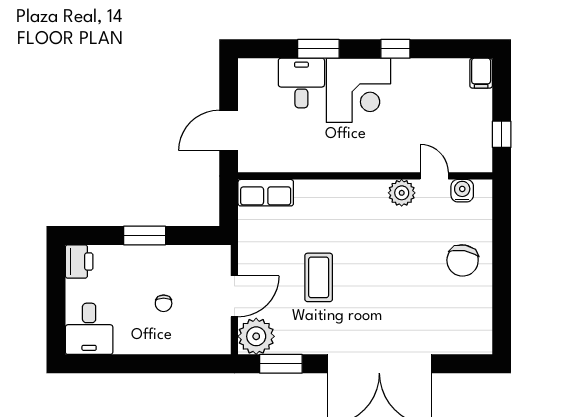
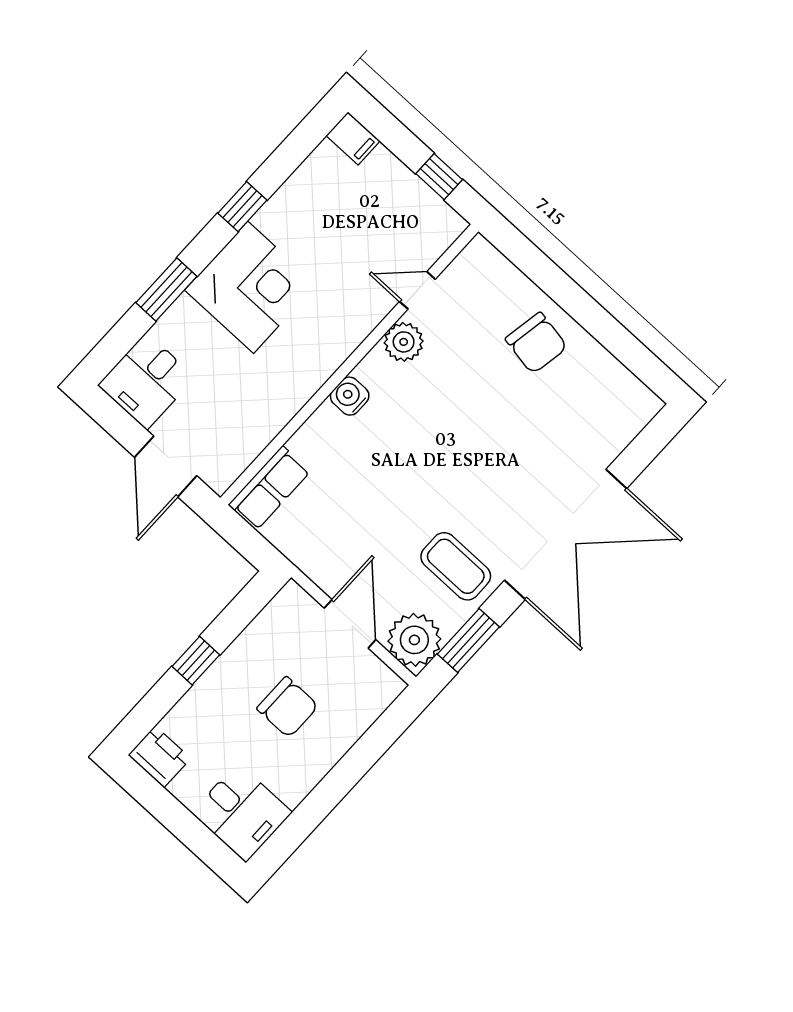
desk: (301, 83) -> (147, 381), moved, turned -90
water cooler: (462, 191) -> (350, 396), moved
window: (145, 235) -> (196, 661), width x0.67
coffee table: (319, 277) -> (456, 566), moved
chair: (164, 303) -> (288, 707), width x1.87, depth x1.87

